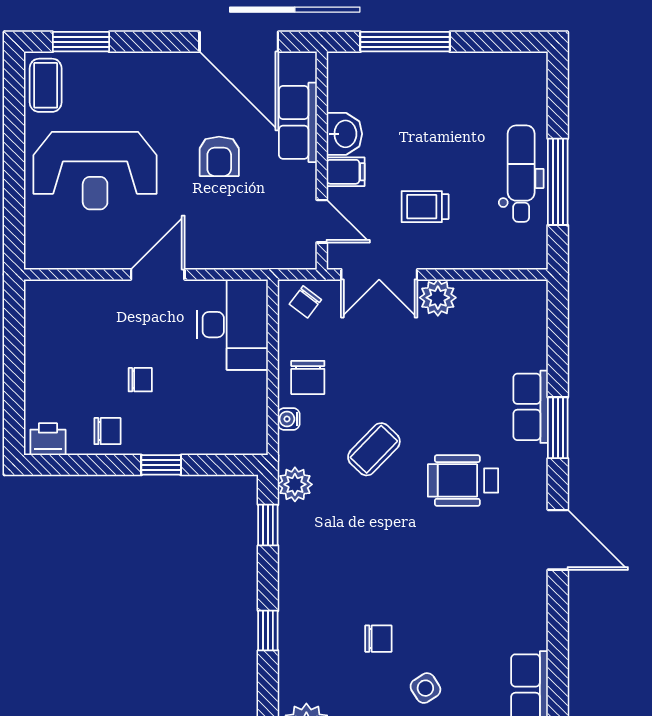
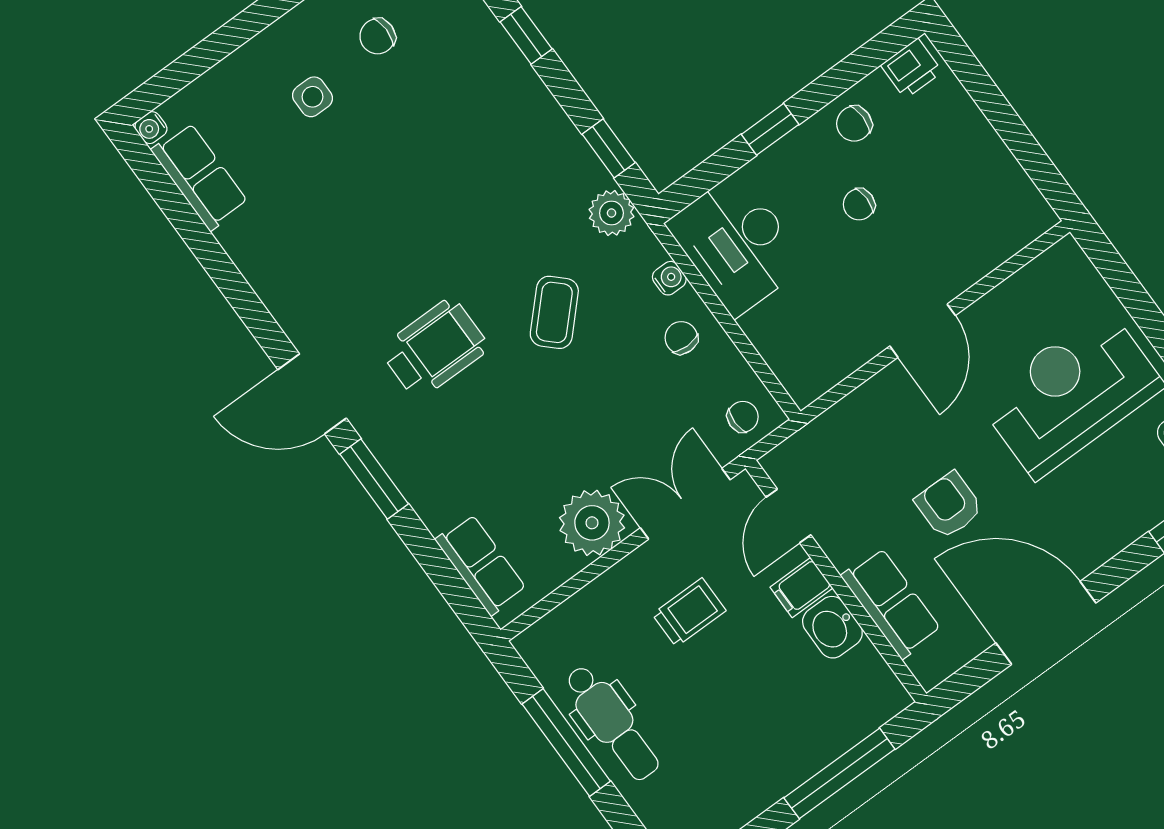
door: (239, 42) -> (1046, 623), moved
door: (322, 221) -> (788, 516), hinge flipped
plant: (438, 298) -> (592, 523), width x1.36, depth x1.36
chair: (305, 302) -> (743, 417), turned 53
desk: (232, 325) -> (737, 244), moved
chair: (308, 377) -> (681, 338), width x0.73, depth x0.73
row of seats: (531, 407) -> (481, 565), moved
door: (558, 540) -> (312, 394), moved
chair: (378, 639) -> (378, 36), moved
side table: (425, 688) -> (313, 97), turned 33

